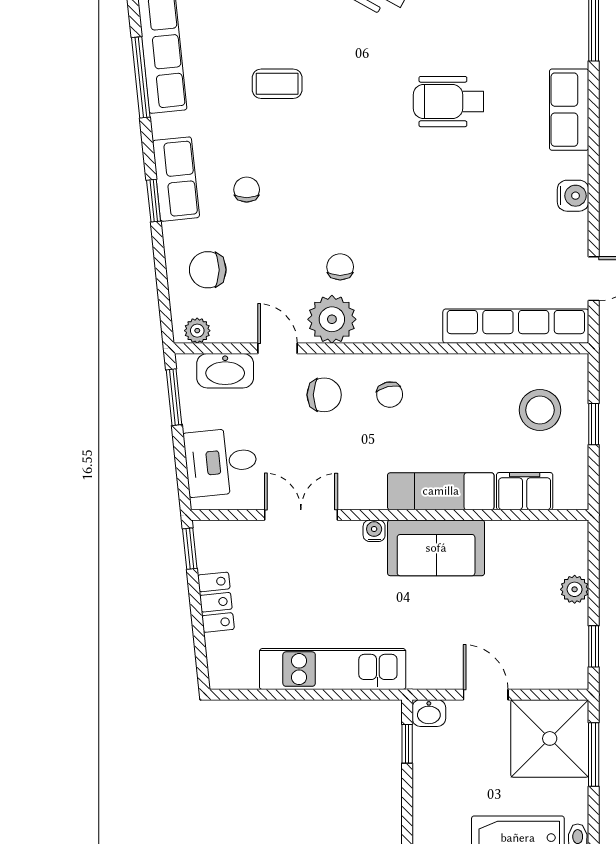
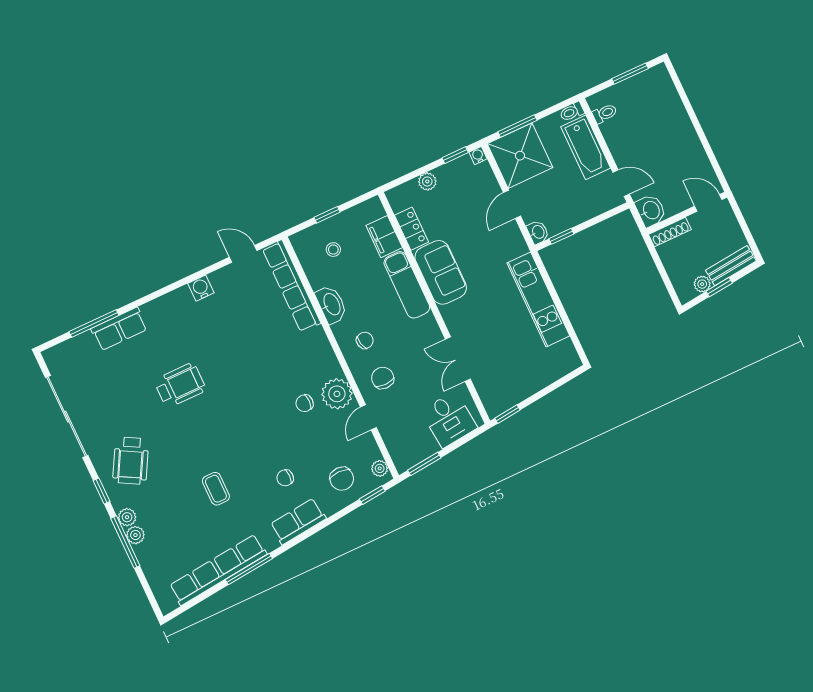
wheelchair: (448, 102) -> (180, 385), turned -90
row of seats: (569, 110) -> (119, 329), moved
window: (154, 201) -> (372, 495), moved
washbasin: (225, 371) -> (331, 304), moved
stool: (540, 410) -> (333, 250), width x0.53, depth x0.53
water cooler: (374, 531) -> (478, 156), moved, turned 90
locker: (216, 602) -> (412, 229), moved, turned 96

